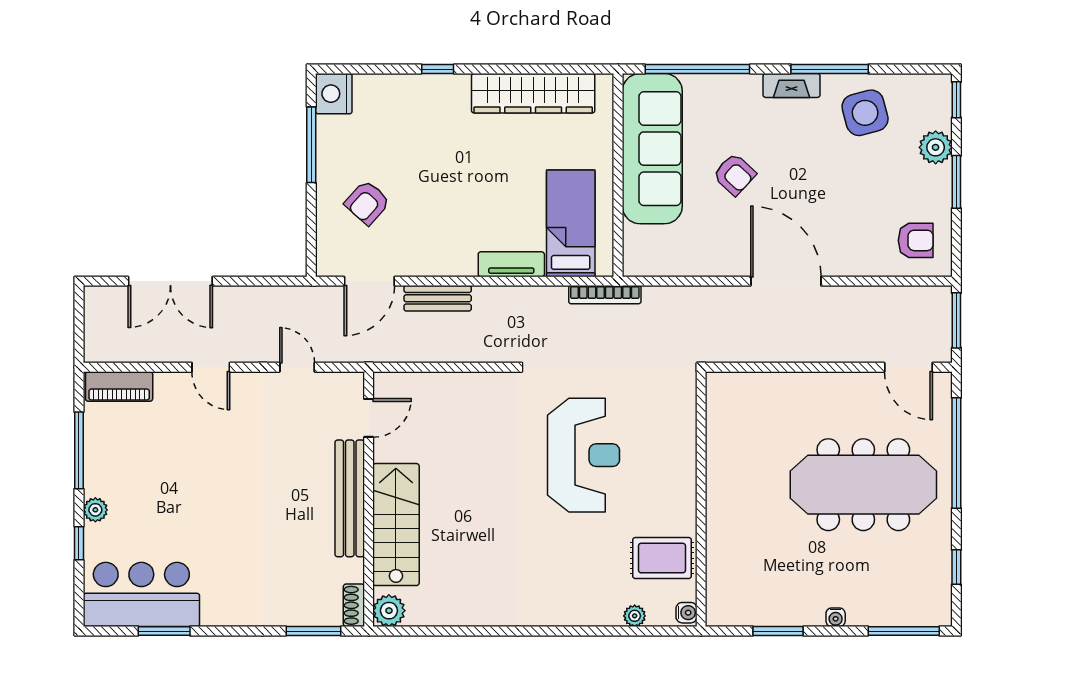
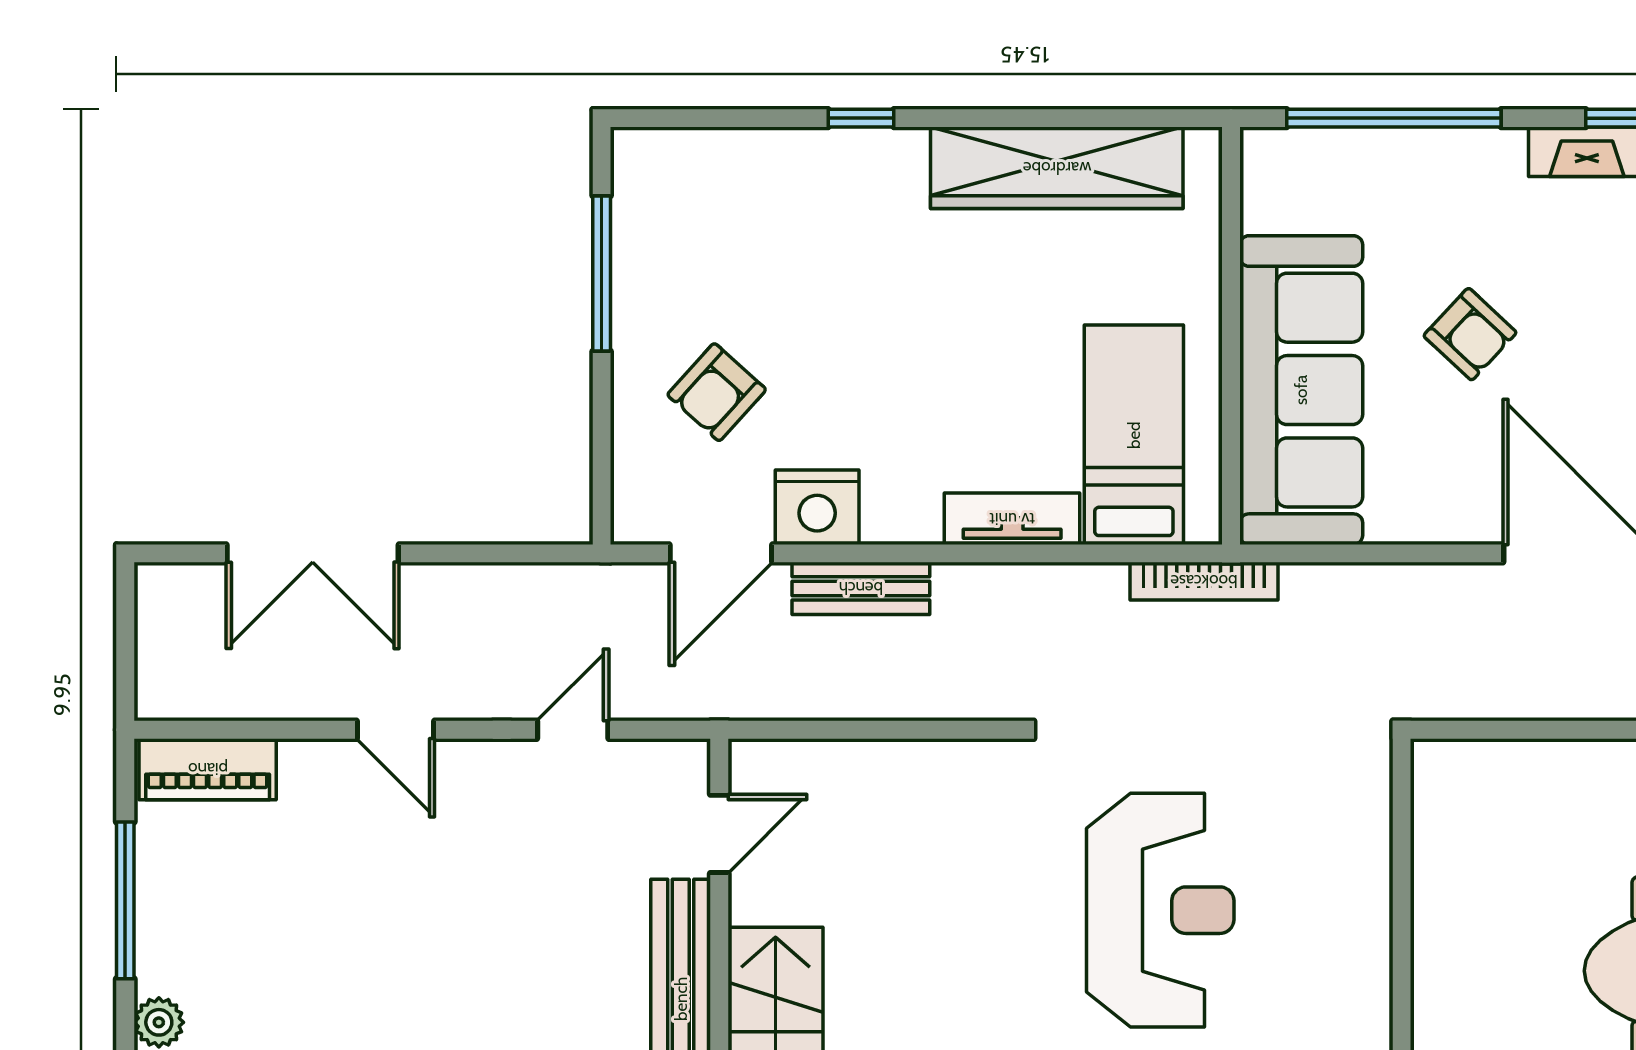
nightstand: (334, 94) -> (817, 507), moved, turned -90
sofa: (652, 149) -> (1301, 390), moved
door: (297, 367) -> (573, 730), hinge flipped

